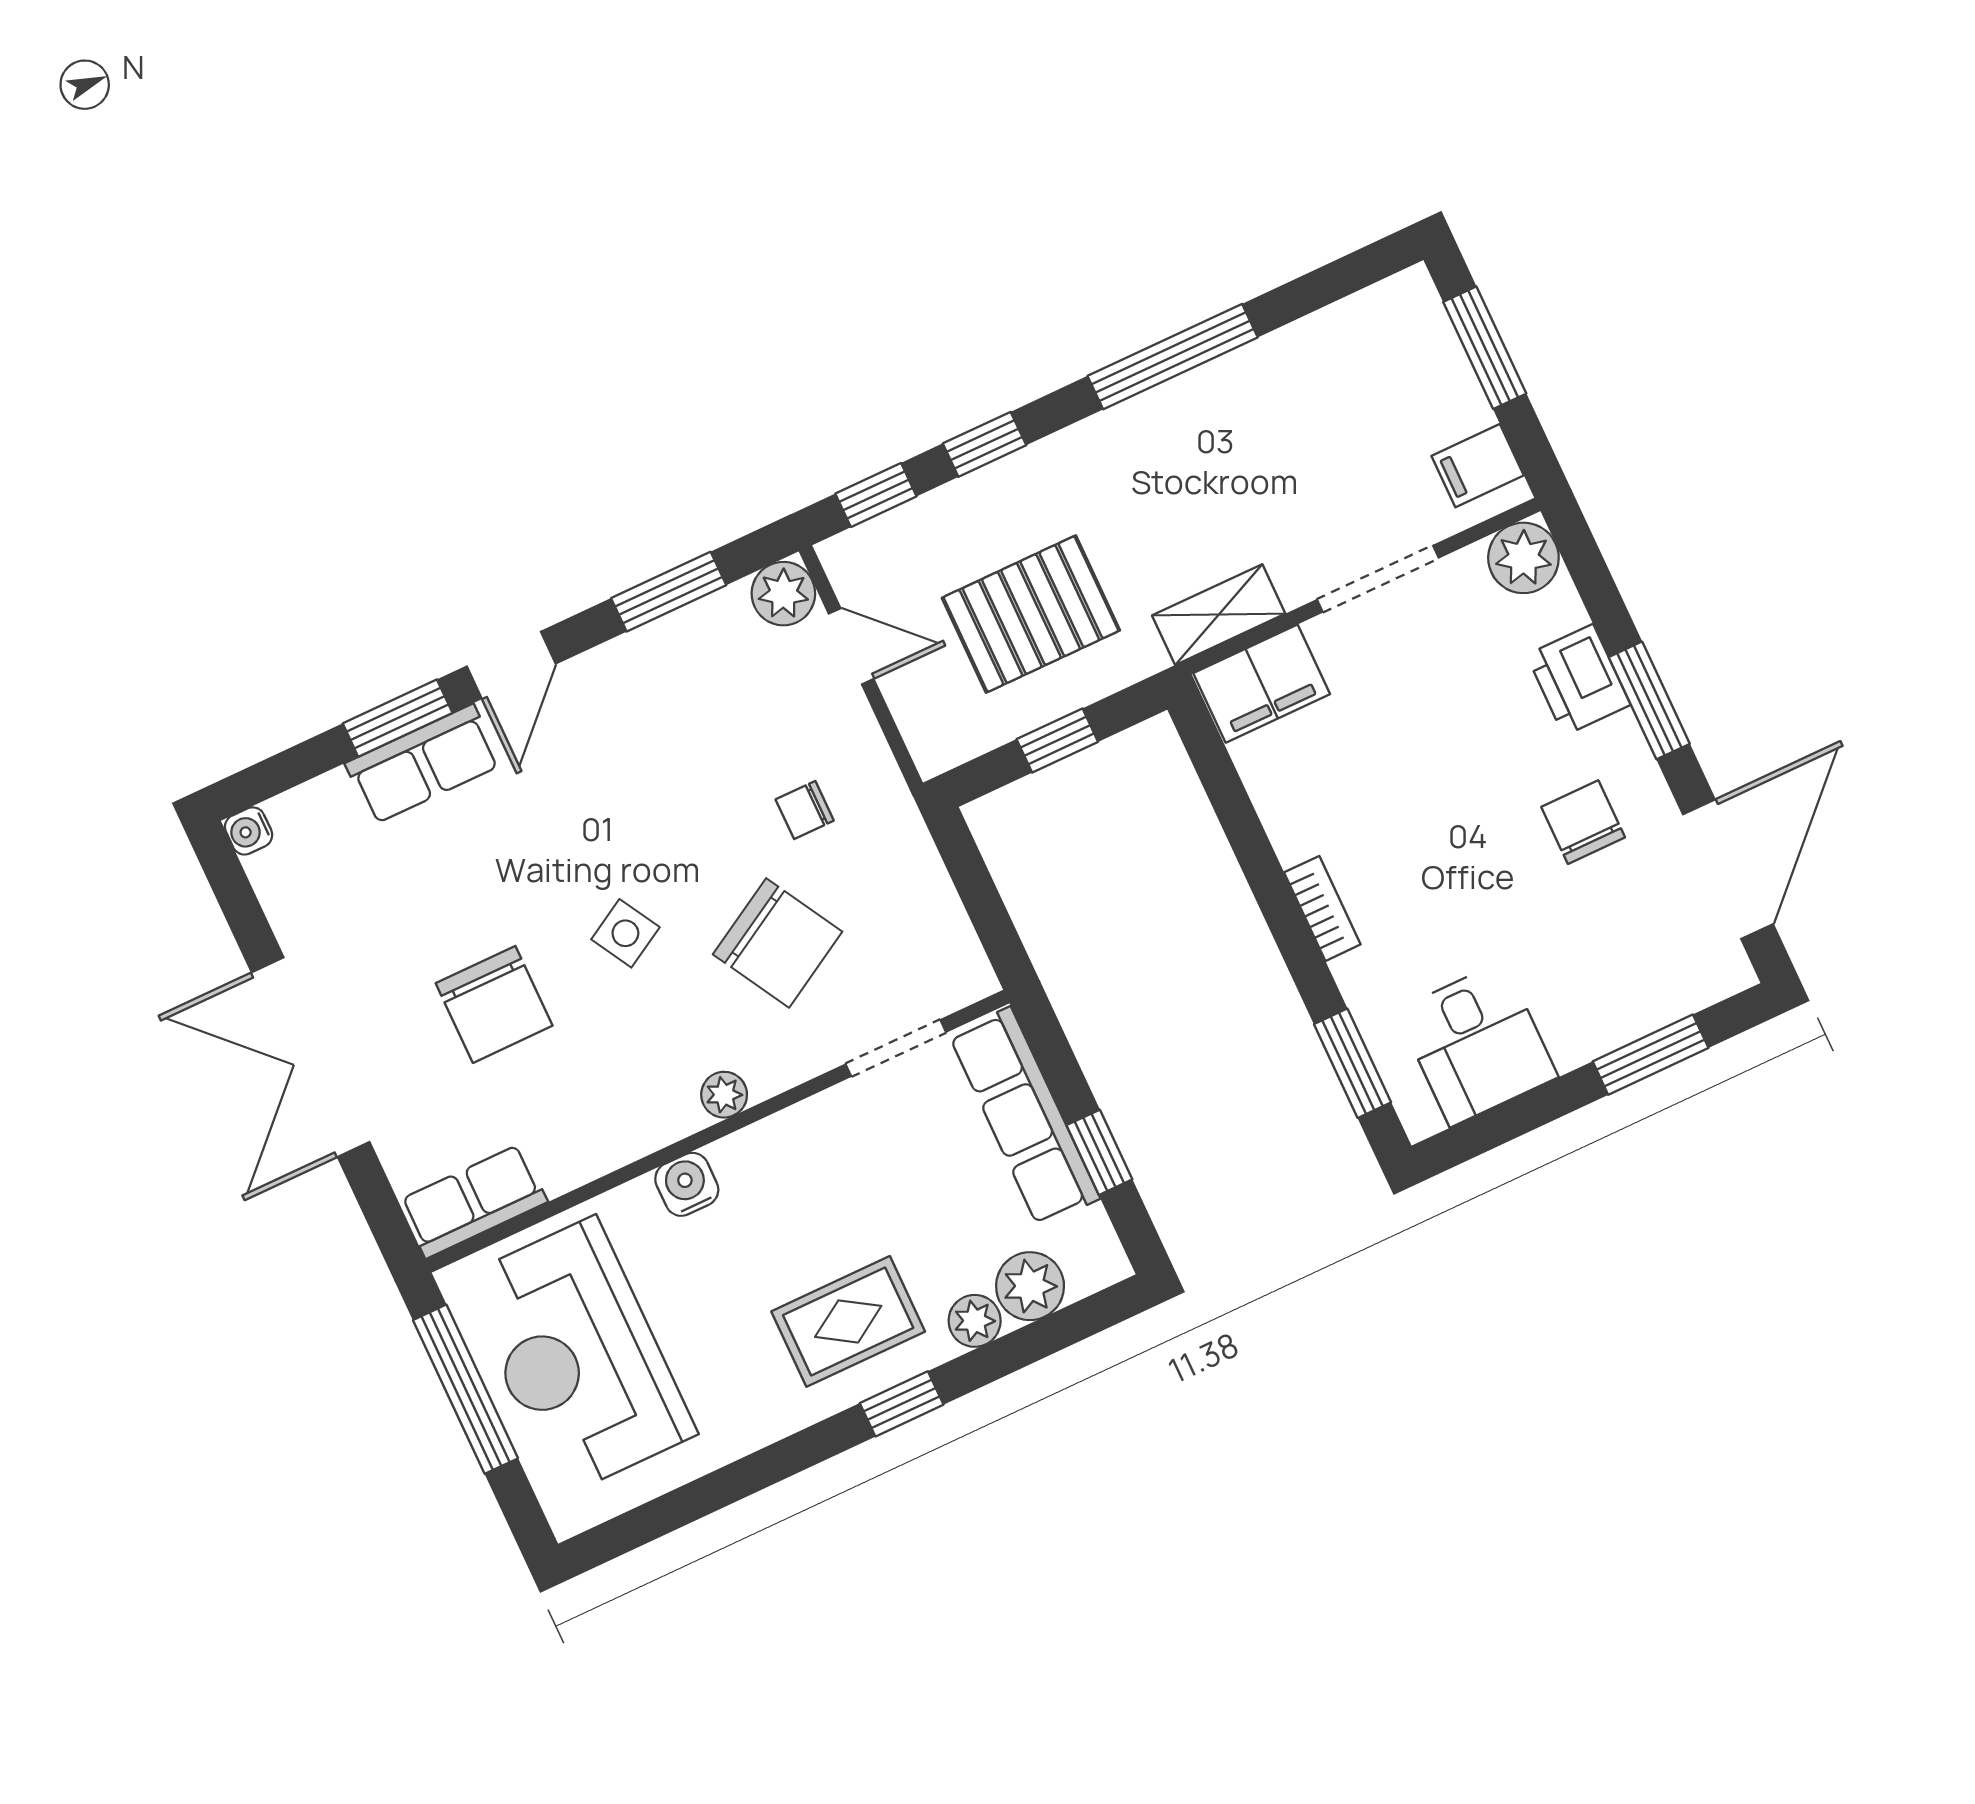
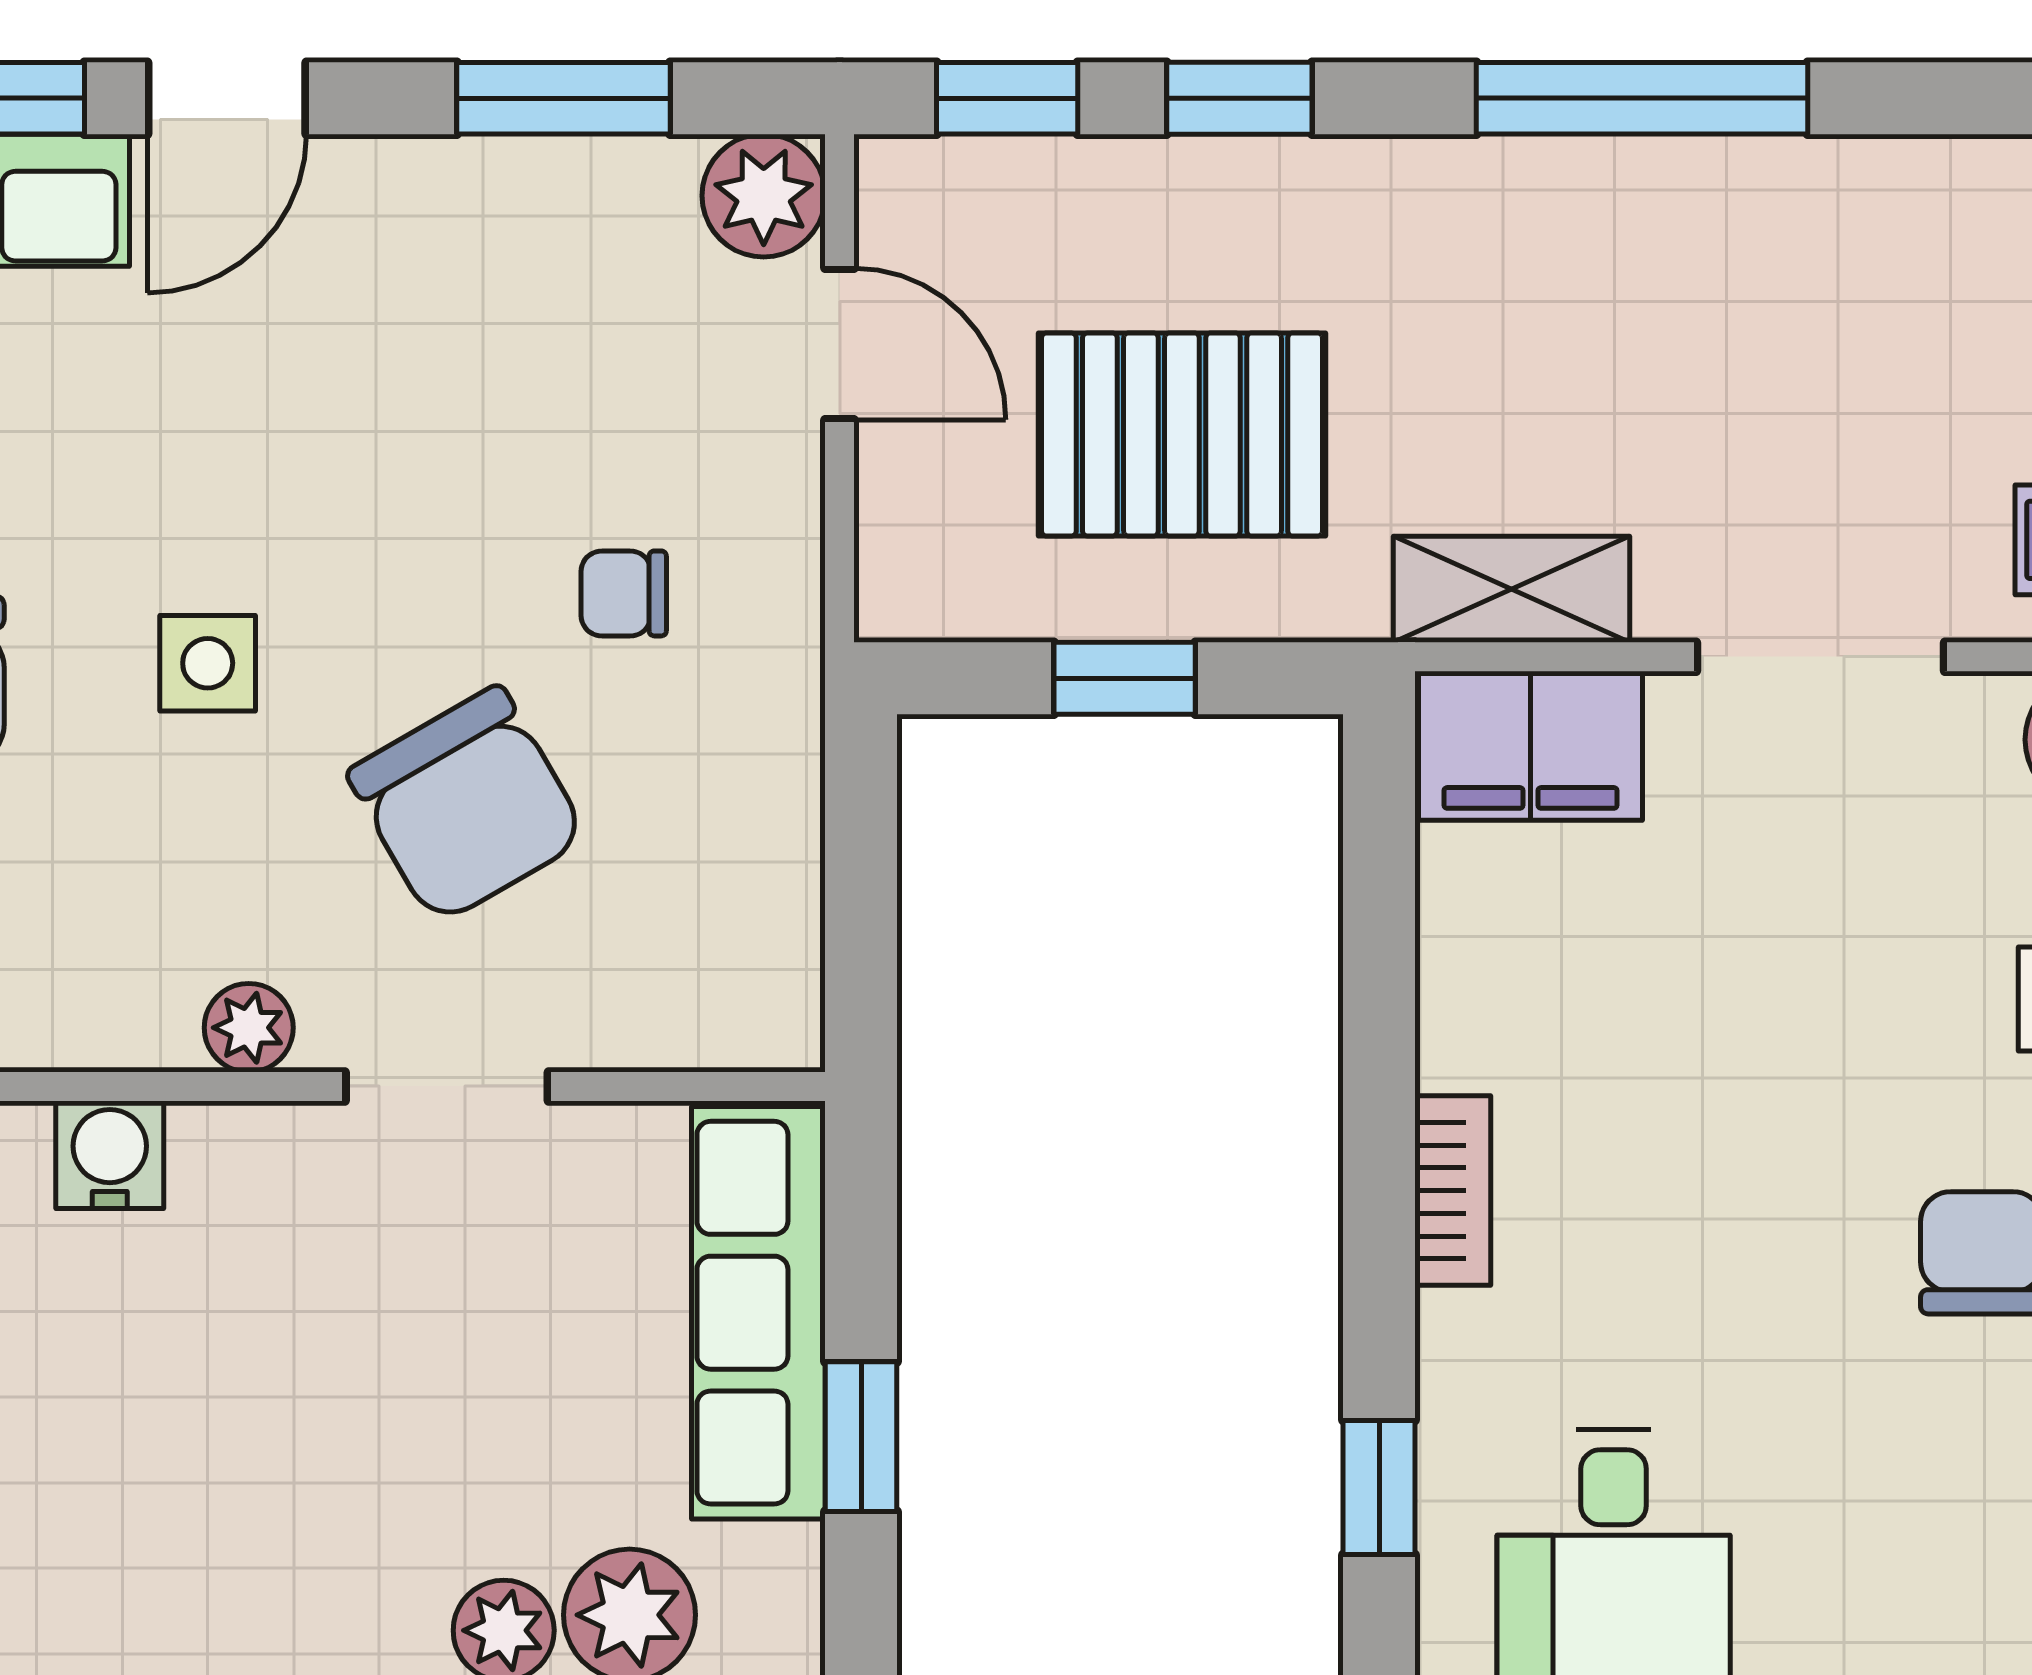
side table: (625, 933) -> (208, 663), turned 30
doorway: (896, 1048) -> (447, 1086), moved
window: (1353, 1063) -> (1379, 1488), width x0.67
rug: (848, 1321) -> (281, 1528), removed

